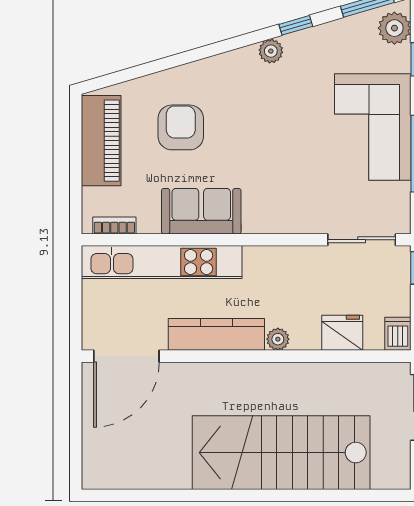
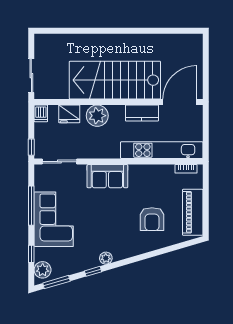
sofa: (201, 211) -> (107, 176), moved
kitchen counter: (216, 334) -> (142, 113), width x0.67
plant: (278, 339) -> (97, 116), width x1.87, depth x1.87
stairs: (281, 453) -> (115, 80), moved, turned 180

